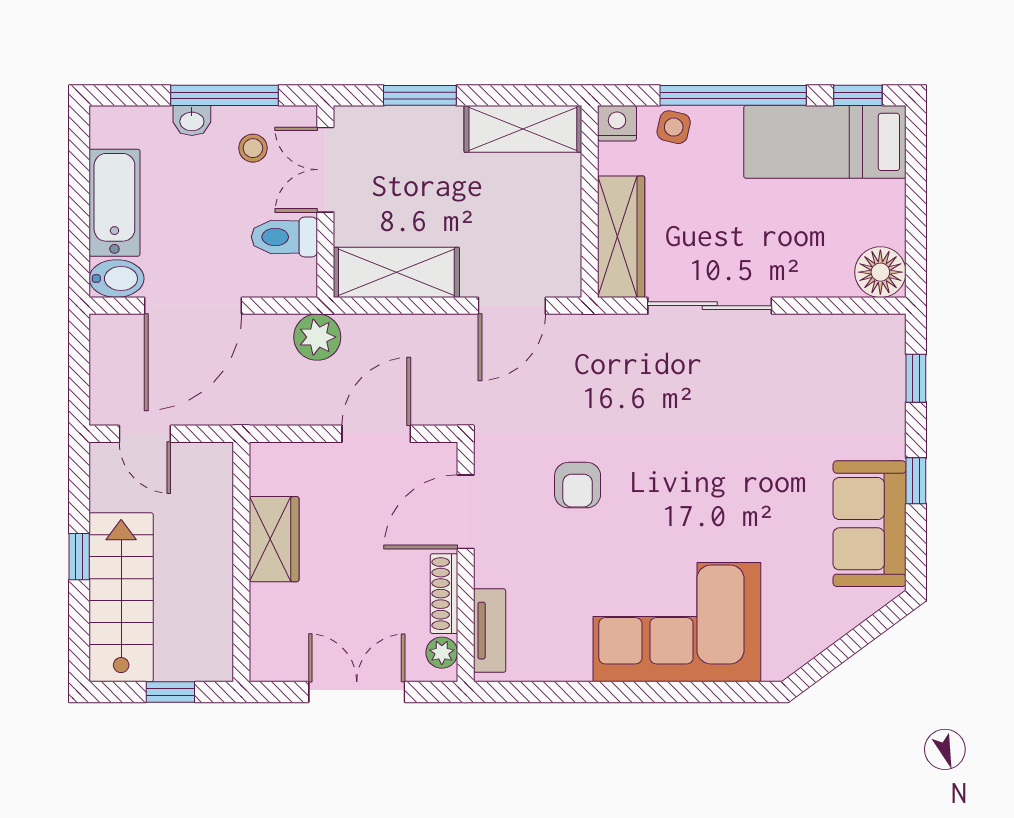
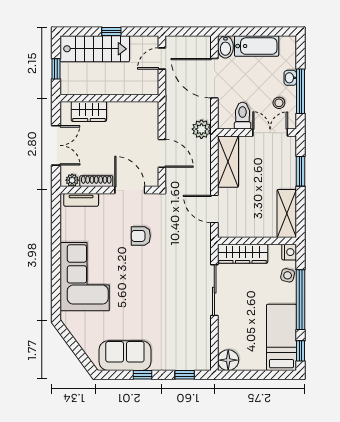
wardrobe: (274, 539) -> (89, 111), moved

